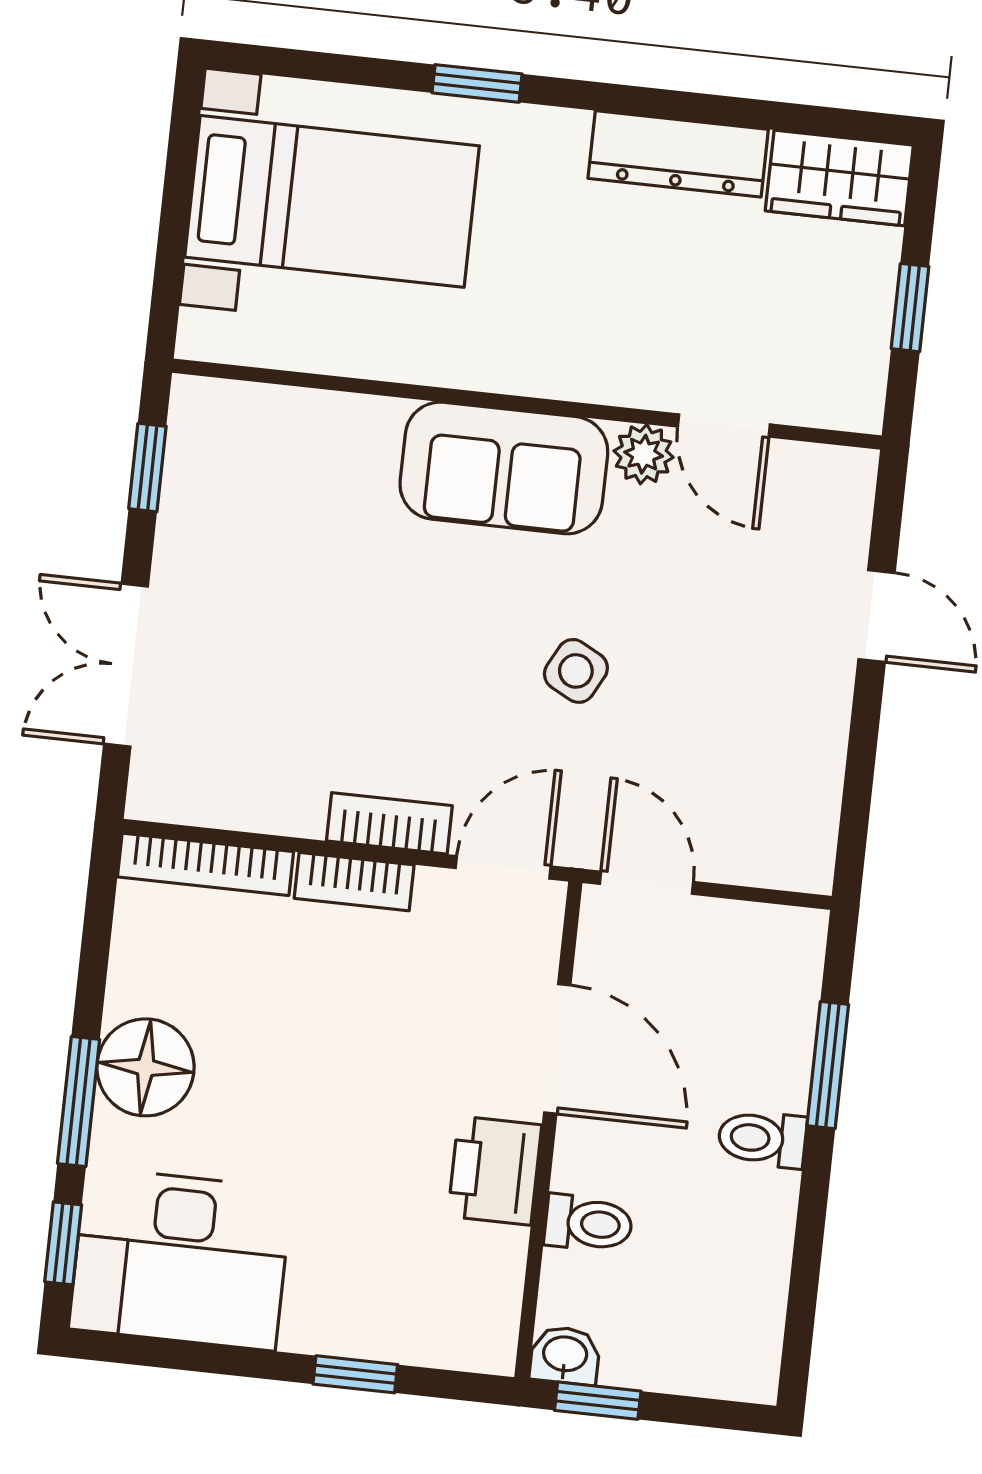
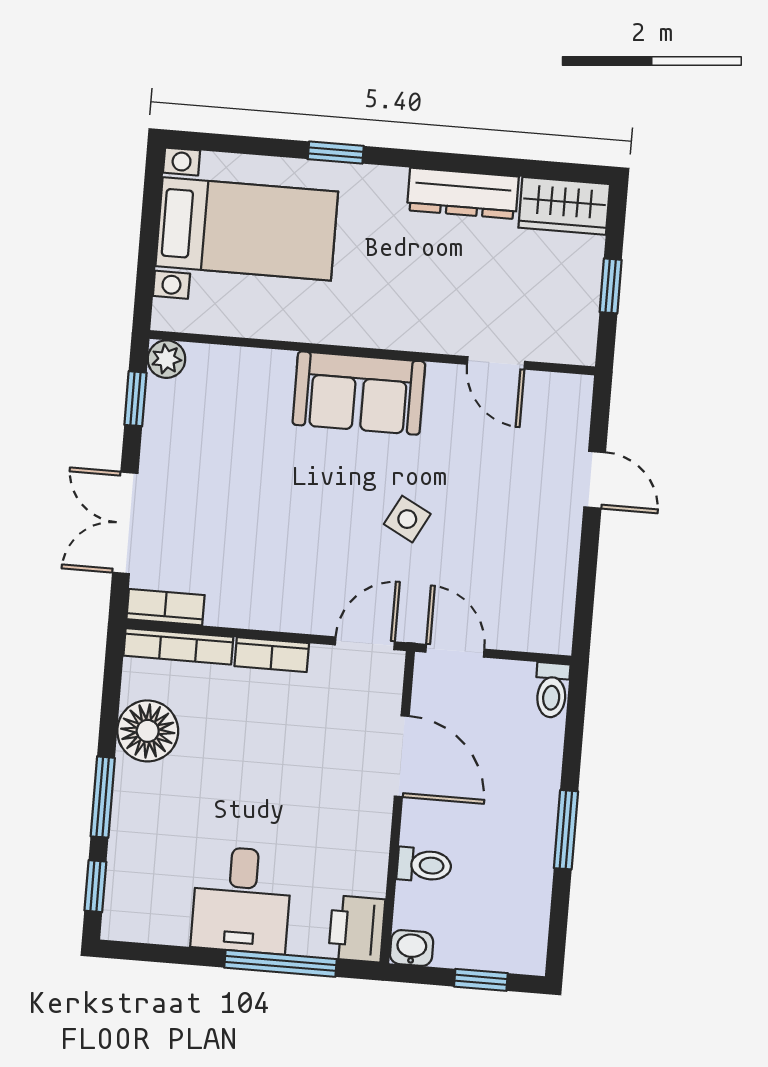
plant: (644, 454) -> (166, 359), moved
bookcase: (389, 823) -> (165, 607), moved
window: (828, 1065) -> (566, 830), moved
floor lamp: (146, 1067) -> (148, 731), moved
toilet: (762, 1139) -> (552, 690), moved, turned -90
printer: (495, 1171) -> (357, 929), moved
desk: (180, 1259) -> (242, 900), moved, width x0.73
window: (355, 1374) -> (281, 963), width x2.17
window: (598, 1401) -> (481, 980), moved

